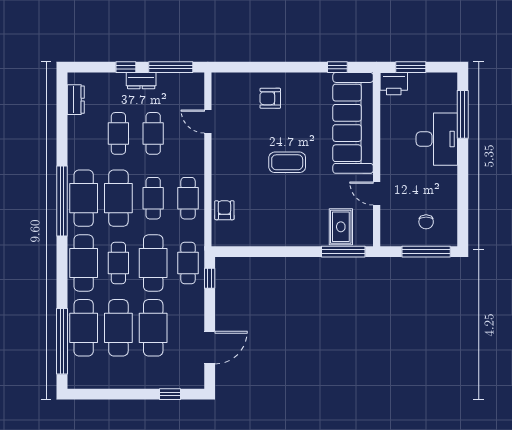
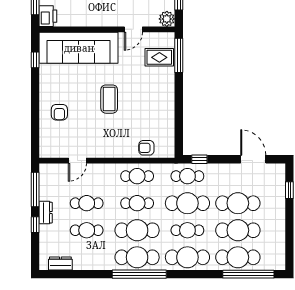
plant: (390, 236) -> (167, 19), added

